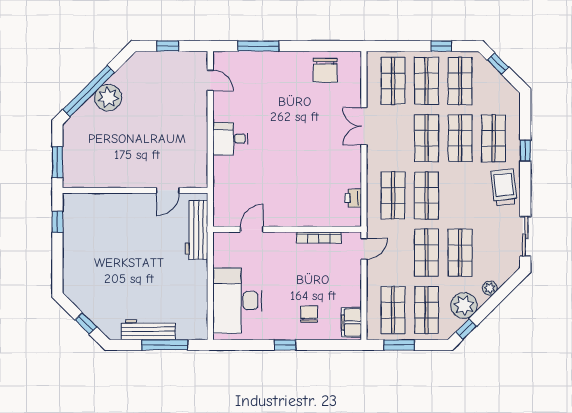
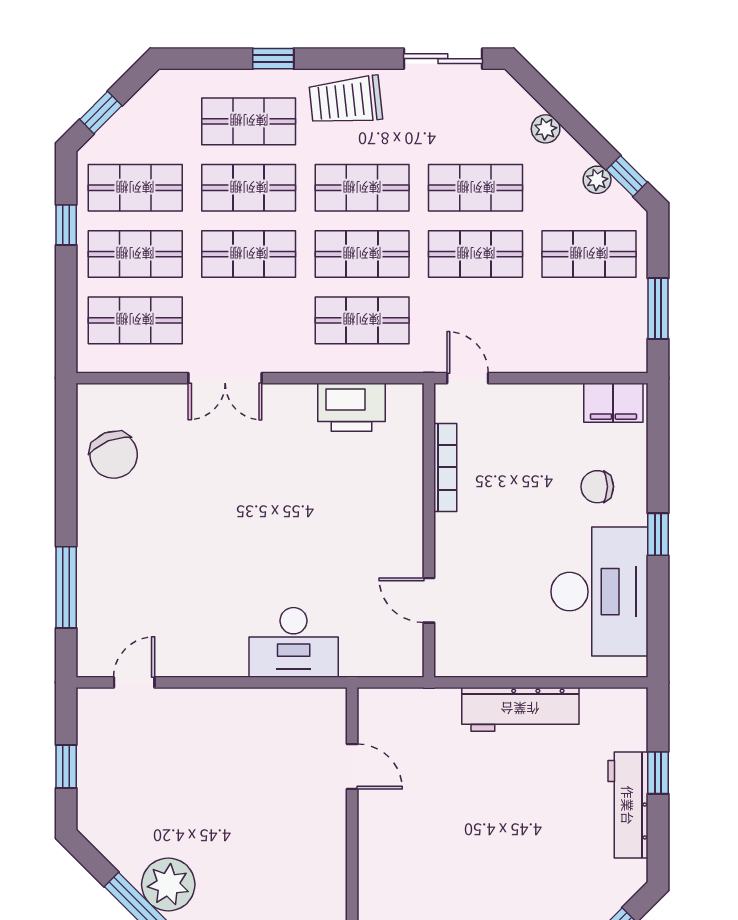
chair: (325, 70) -> (114, 455), turned 68
desk: (230, 139) -> (294, 642), moved, width x1.37
printer: (353, 198) -> (352, 407), width x1.87, depth x1.48
workbench: (197, 230) -> (520, 709), moved
desk: (237, 301) -> (600, 592), moved, turned -90
plant: (464, 306) -> (597, 180), width x0.53, depth x0.53
shop shelf: (393, 310) -> (362, 188), moved
window: (165, 345) -> (658, 773), width x0.46

